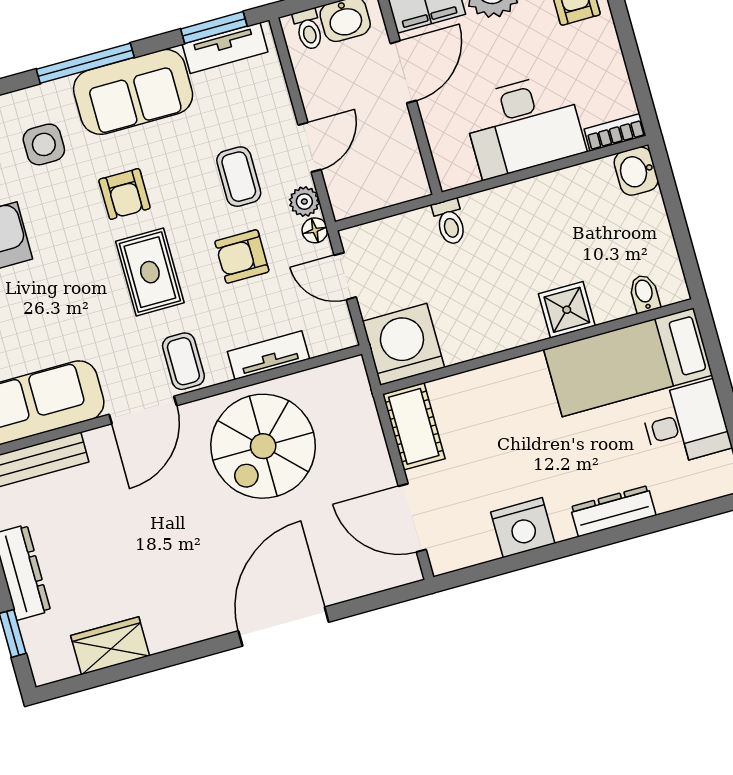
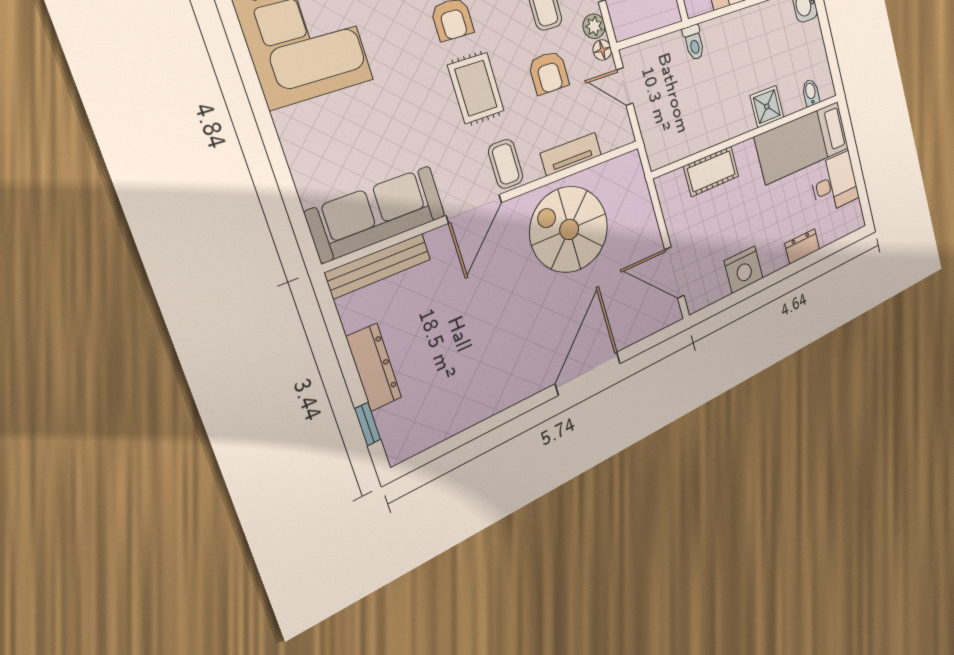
armchair: (242, 256) -> (549, 73), turned -90
washing machine: (403, 344) -> (666, 139), removed
cot: (414, 426) -> (711, 171), moved, turned 90
spiral stairs: (263, 446) -> (569, 229), turned 90
dresser: (613, 511) -> (802, 246), width x0.70
wardrobe: (110, 646) -> (454, 417), removed

